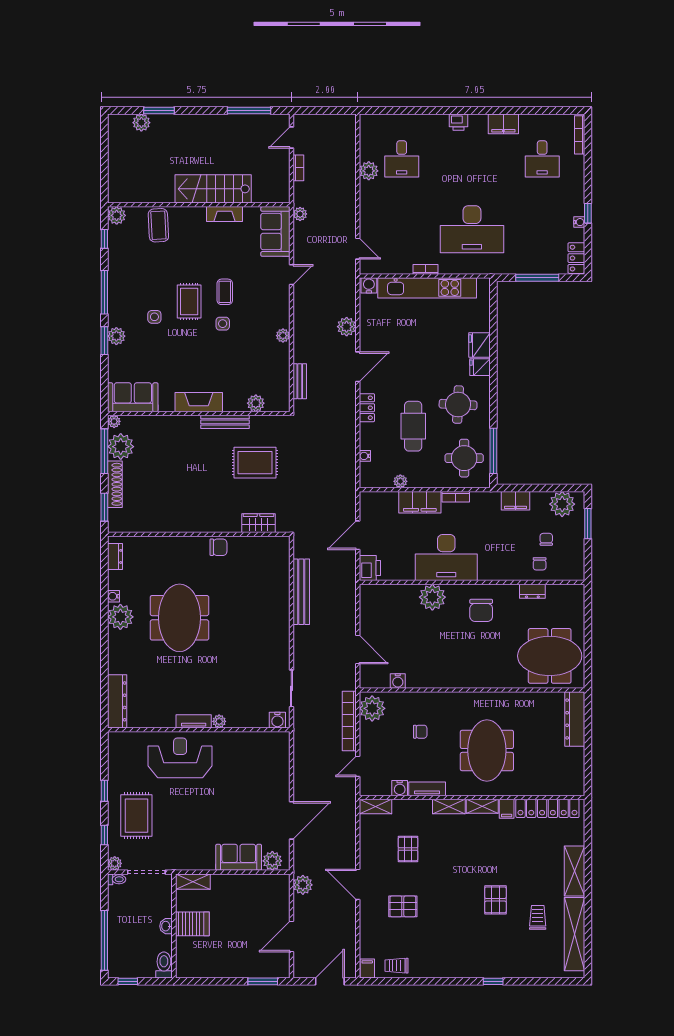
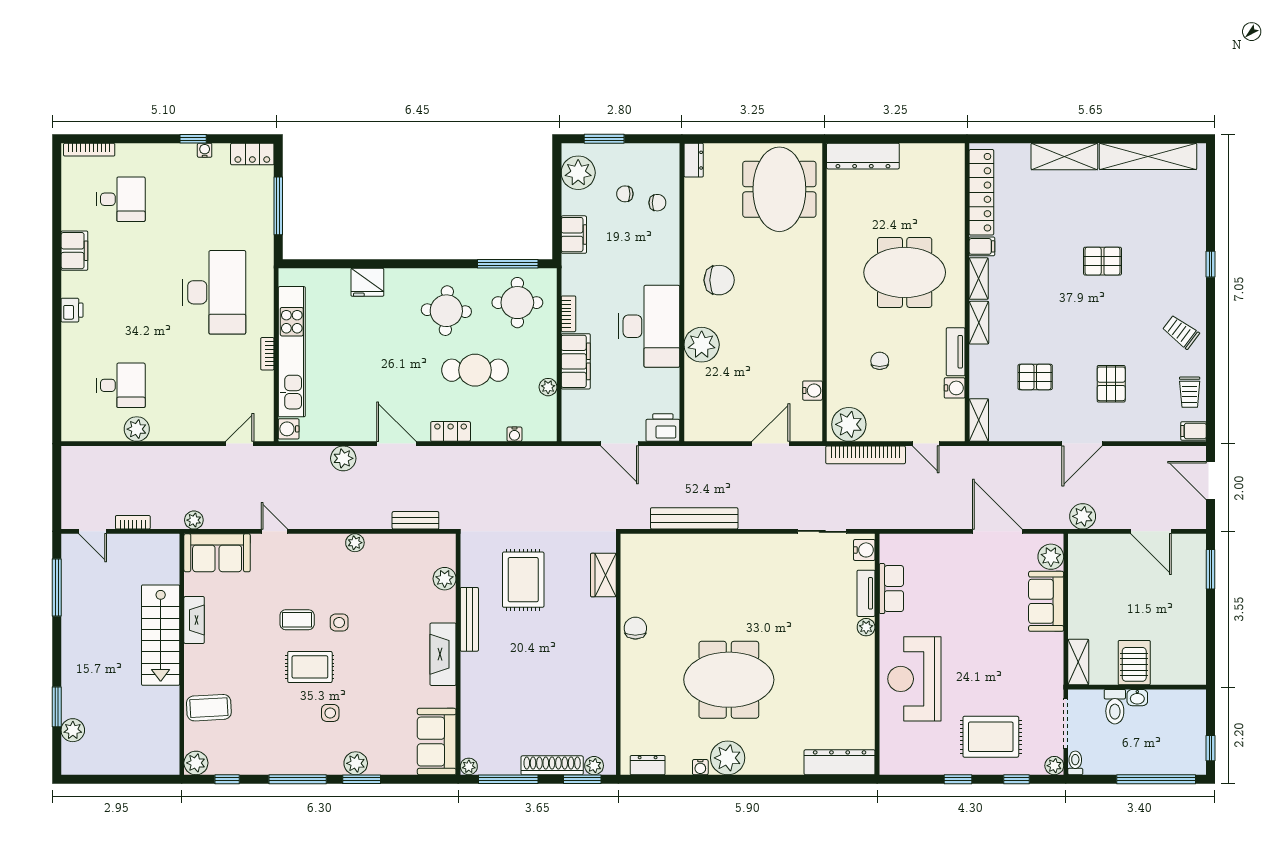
fridge: (480, 367) -> (397, 282), removed
plant: (121, 447) -> (594, 766), moved, width x0.53, depth x0.53
dresser: (532, 591) -> (694, 160), moved
tv unit: (194, 721) -> (866, 593), moved
row of seats: (248, 740) -> (891, 589), added
trolley: (538, 917) -> (1181, 332), moved, turned 37
toilet: (164, 965) -> (1115, 707), moved, turned -90

